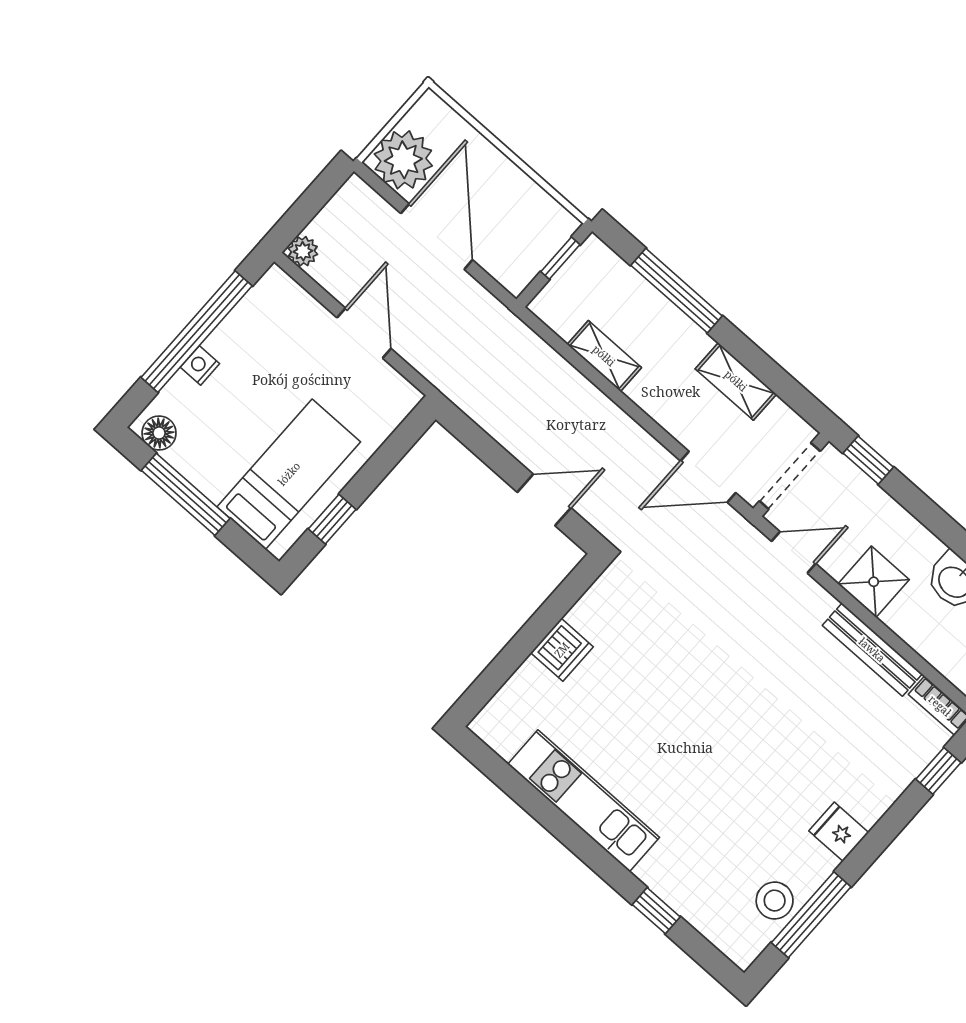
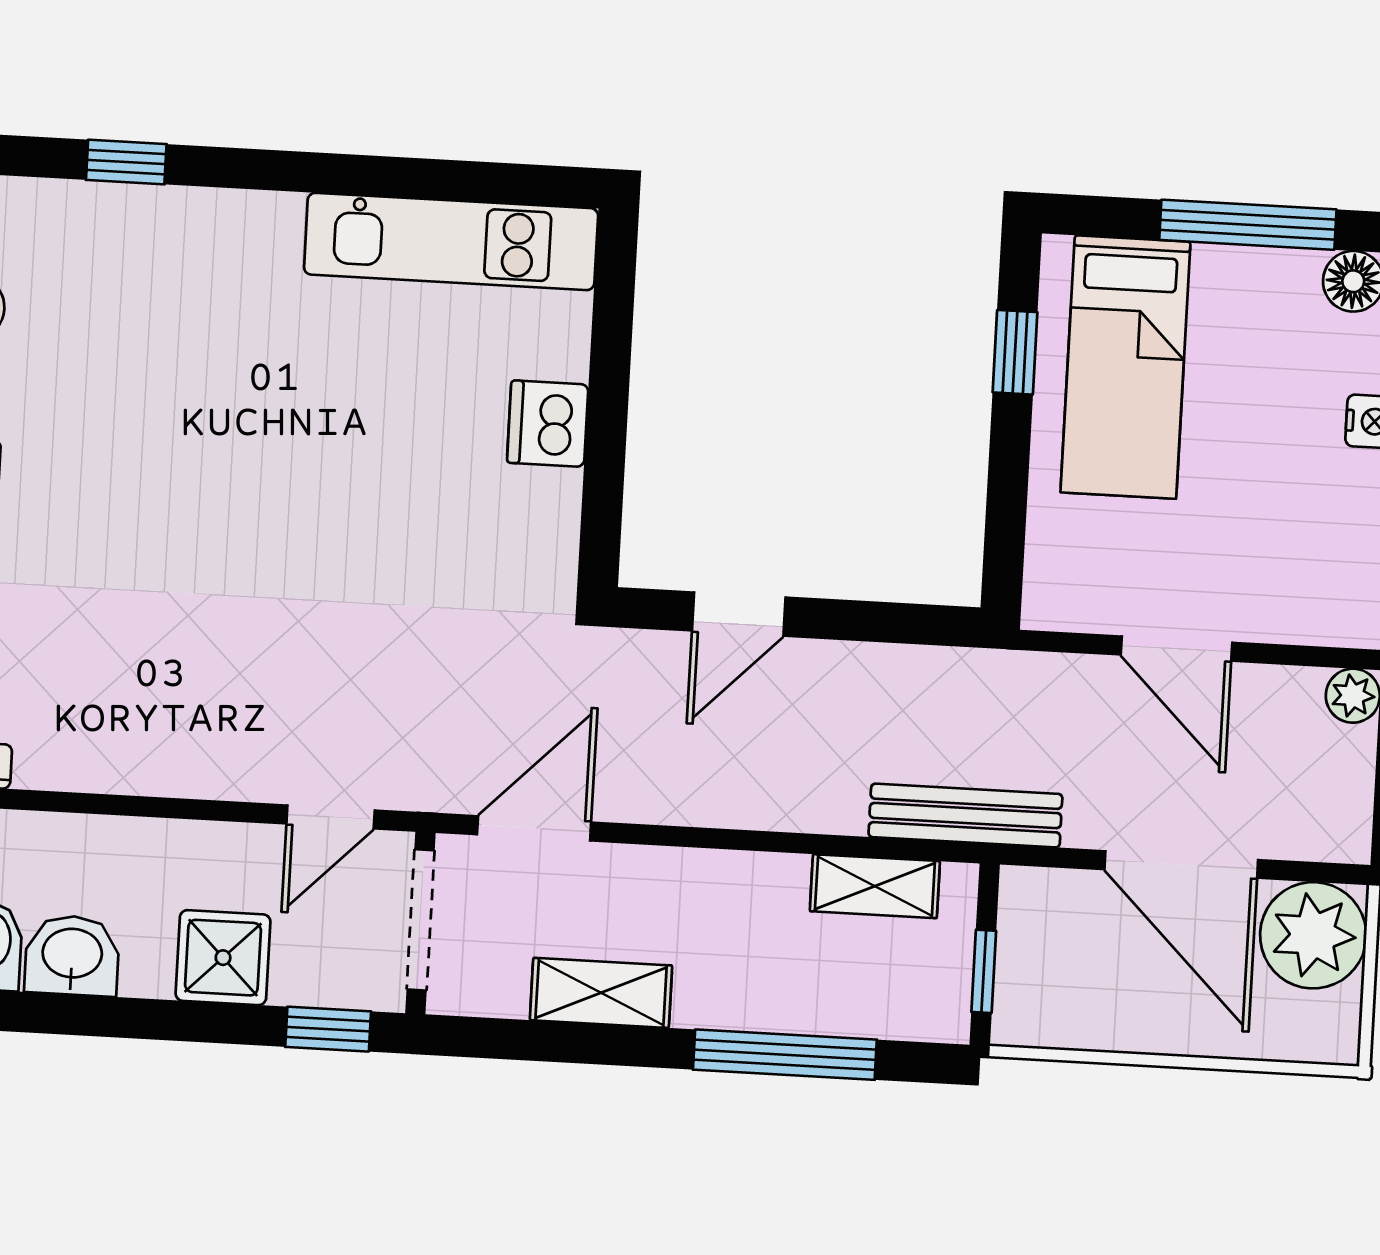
shelving: (604, 356) -> (875, 886), moved
shower: (874, 582) -> (223, 958), moved
bench: (872, 650) -> (965, 816), moved
kitchen unit: (584, 801) -> (451, 241), moved

